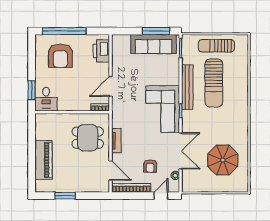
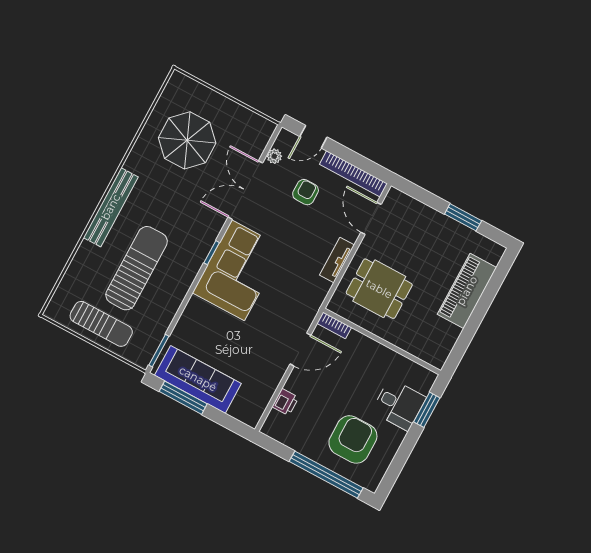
printer: (101, 51) -> (285, 402), width x0.53, depth x0.68
bench: (187, 87) -> (111, 207), moved
desk: (46, 99) -> (399, 405), moved, turned 90

